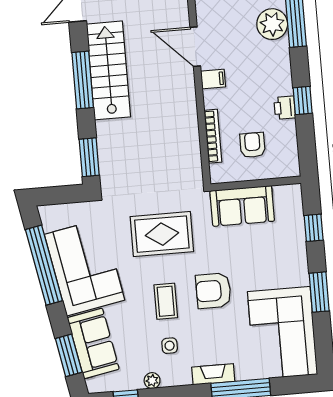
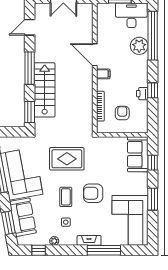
stairs: (108, 70) -> (45, 90), moved
sofa: (242, 206) -> (138, 154), moved, turned 90

